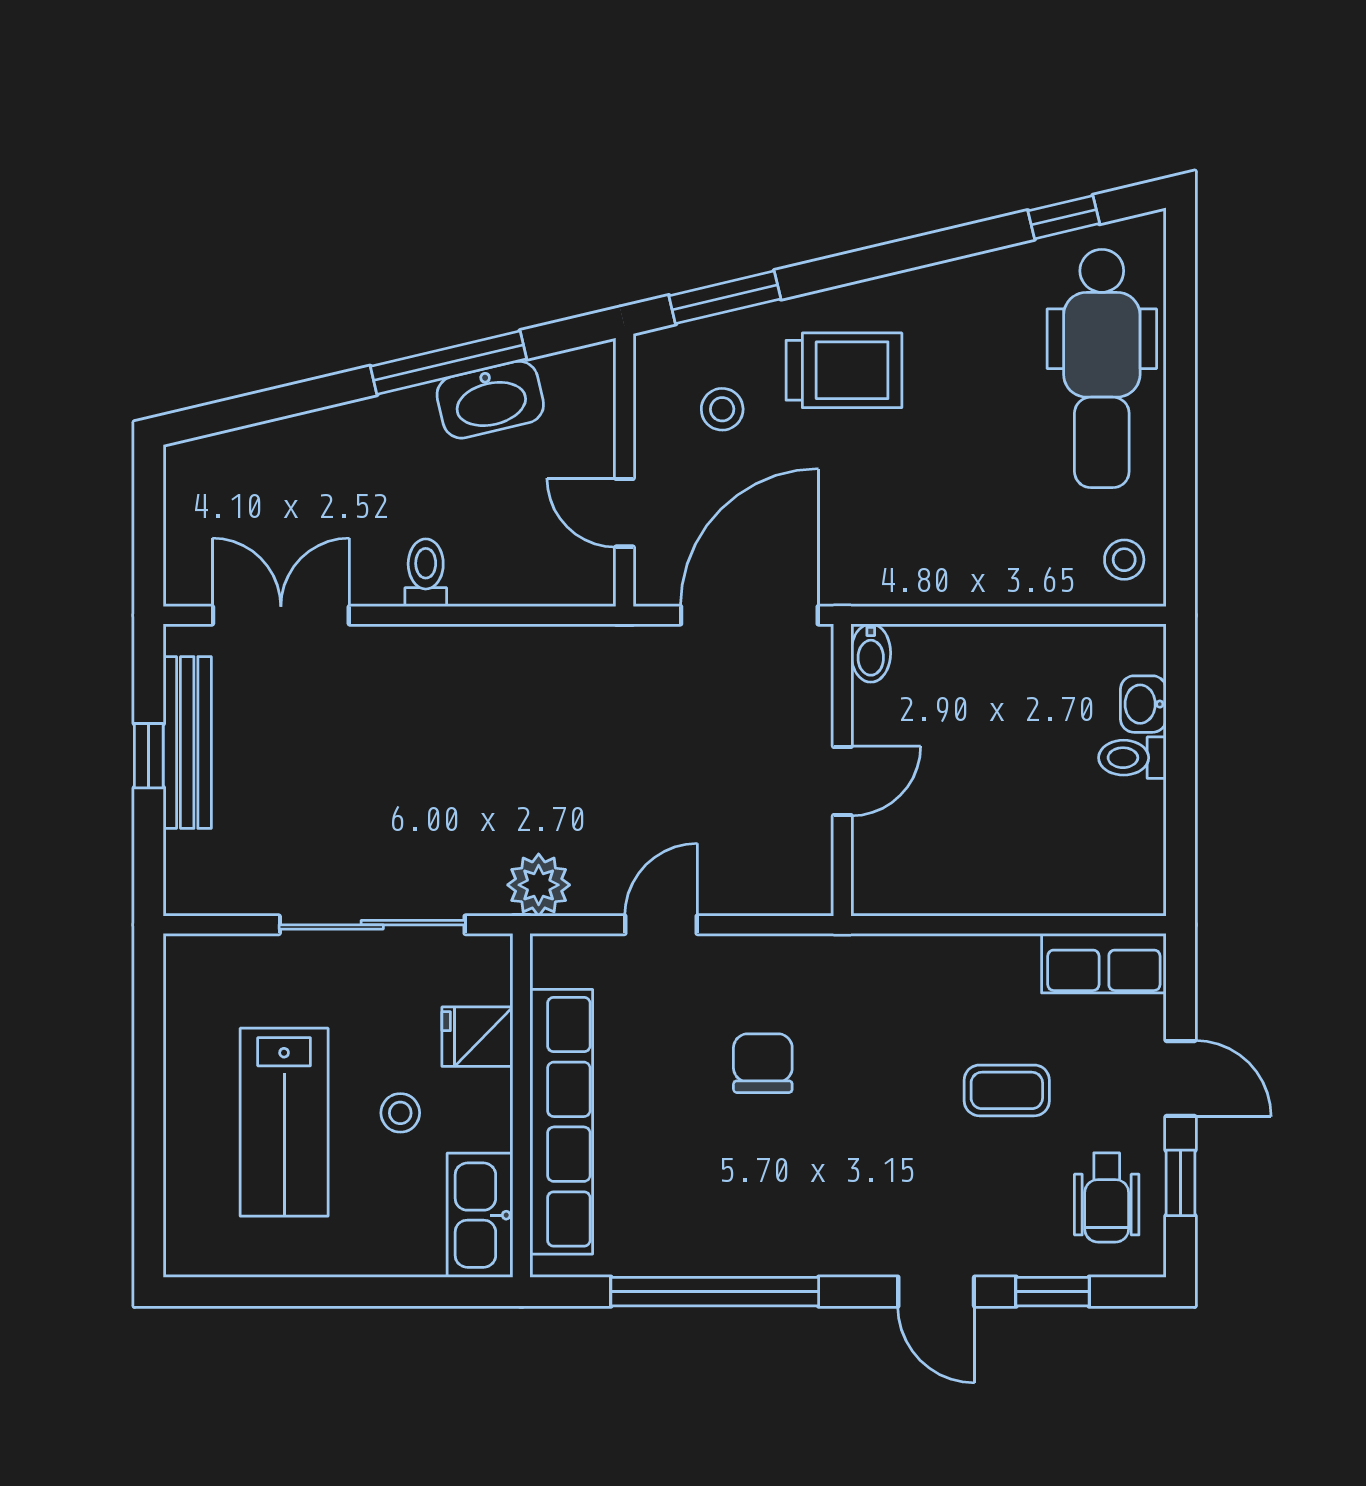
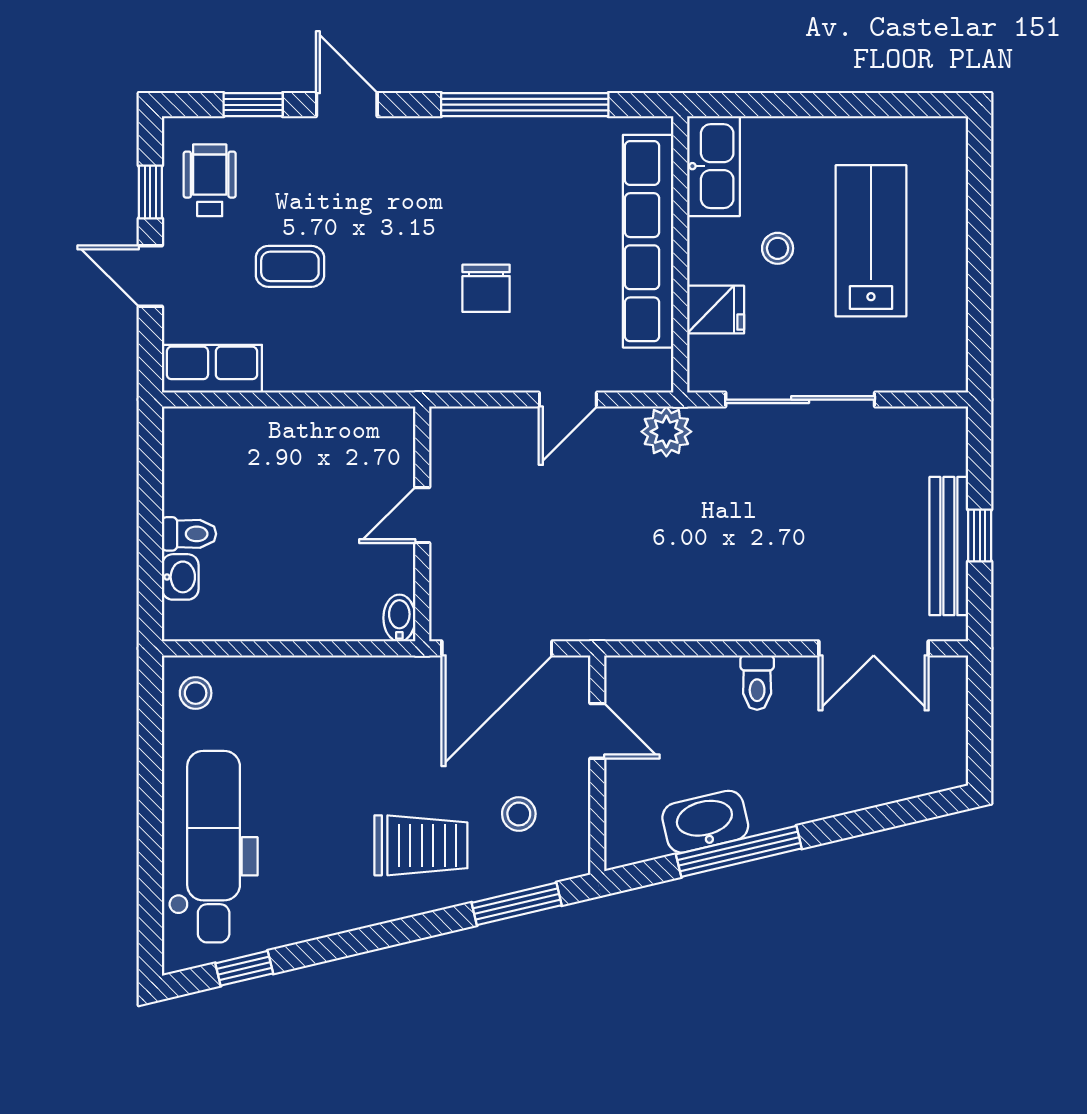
trolley: (844, 370) -> (421, 845), turned 180

